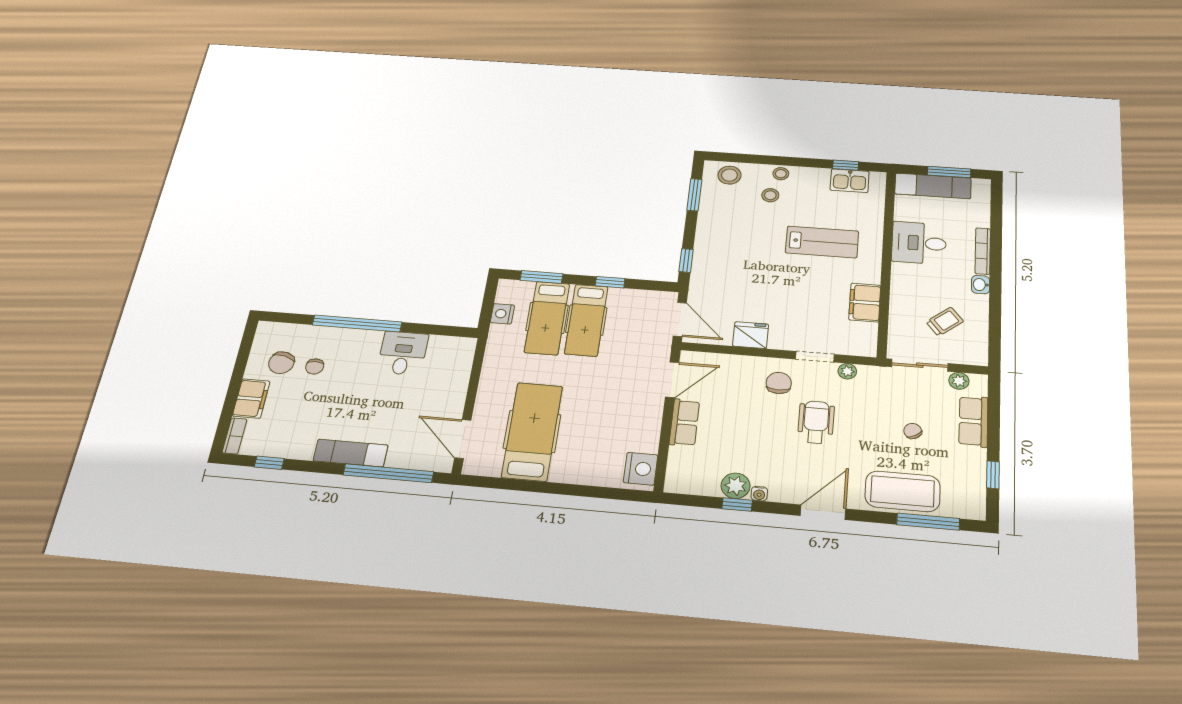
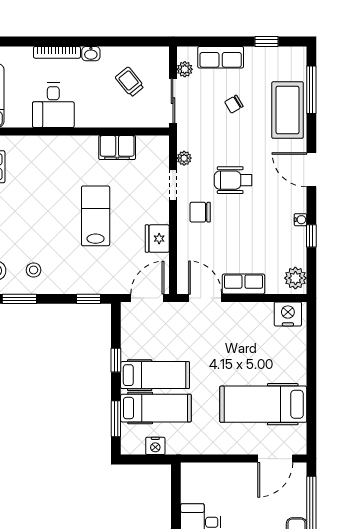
stool: (770, 195) -> (34, 270), moved
lab bench: (822, 242) -> (96, 216), moved
plant: (736, 486) -> (295, 278), moved

